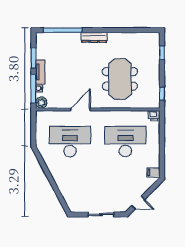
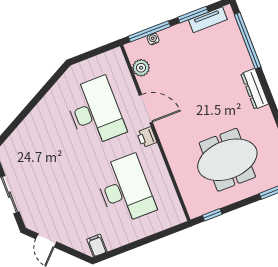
tv unit: (40, 72) -> (208, 20), moved
meeting table: (120, 79) -> (227, 160), moved
plant: (41, 103) -> (141, 68), moved
printer: (154, 116) -> (147, 137), moved

